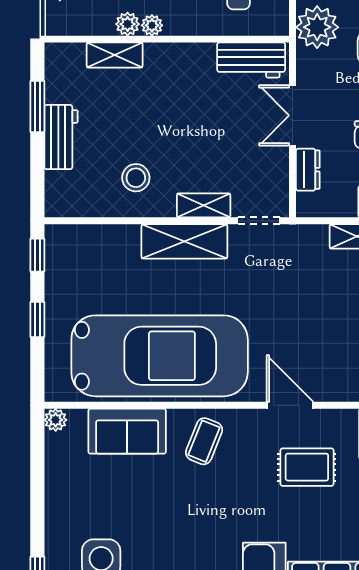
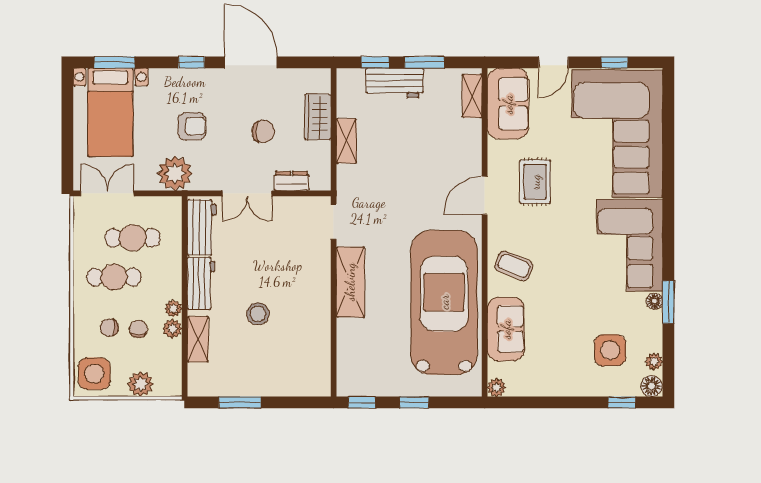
workbench: (61, 137) -> (201, 283), moved, turned 90
stool: (136, 178) -> (258, 314), moved
shelving: (204, 205) -> (321, 266), removed

